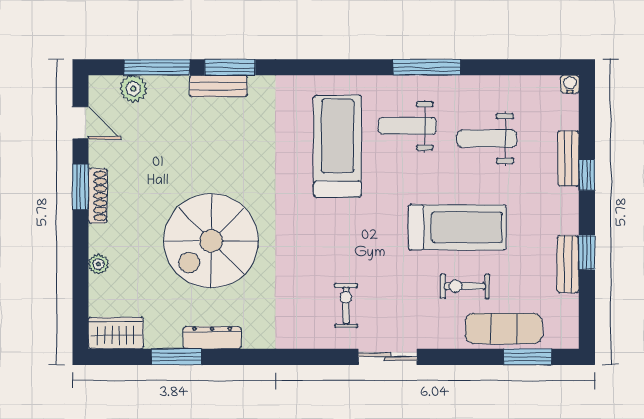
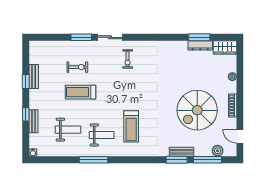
treadmill: (338, 146) -> (131, 126), width x0.73, depth x0.73
window: (80, 187) -> (240, 109), removed
treadmill: (457, 227) -> (81, 92), width x0.73, depth x0.73
spiral stairs: (211, 241) -> (197, 110), moved, turned 180
exercise mat: (504, 329) -> (61, 49), removed
dresser: (212, 338) -> (200, 45), moved
window: (528, 357) -> (81, 37), moved

